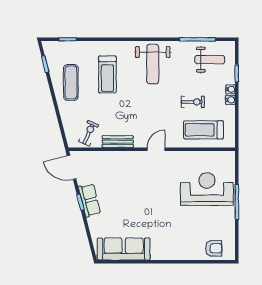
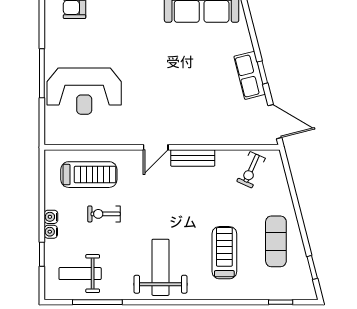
bench: (118, 142) -> (193, 158), moved

